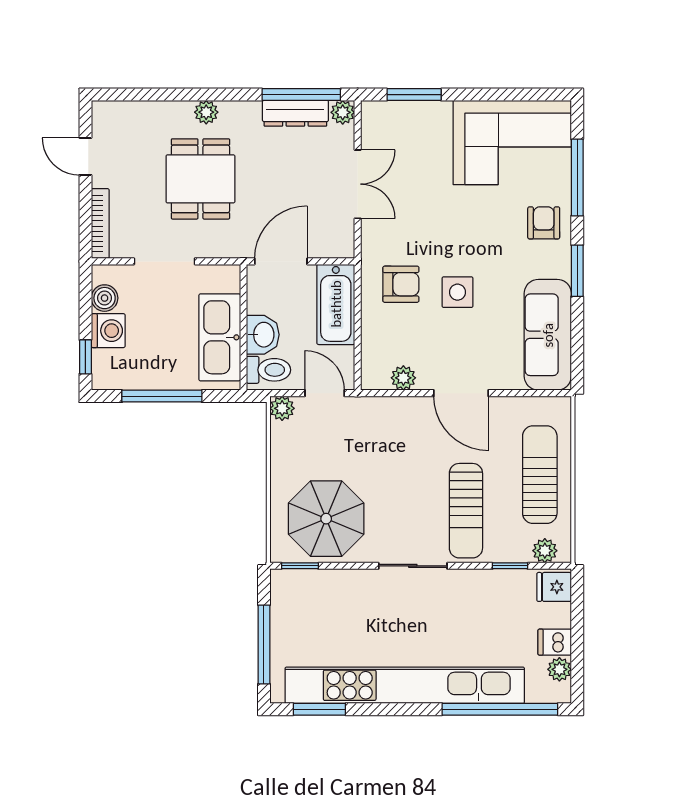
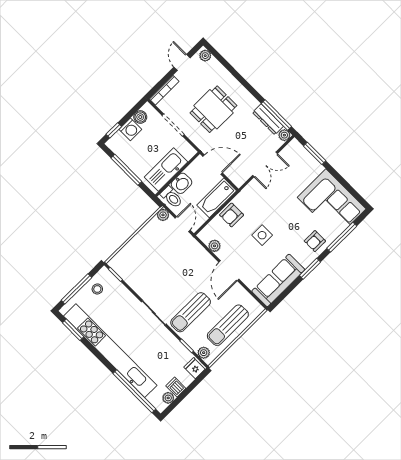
plant: (206, 112) -> (205, 56), moved
armchair: (544, 223) -> (315, 241), turned 180
armchair: (401, 284) -> (232, 215), moved, turned 90
sun lounger: (540, 475) -> (228, 325), turned 180
parasol: (326, 519) -> (140, 267), removed
stool: (295, 614) -> (97, 289), added

